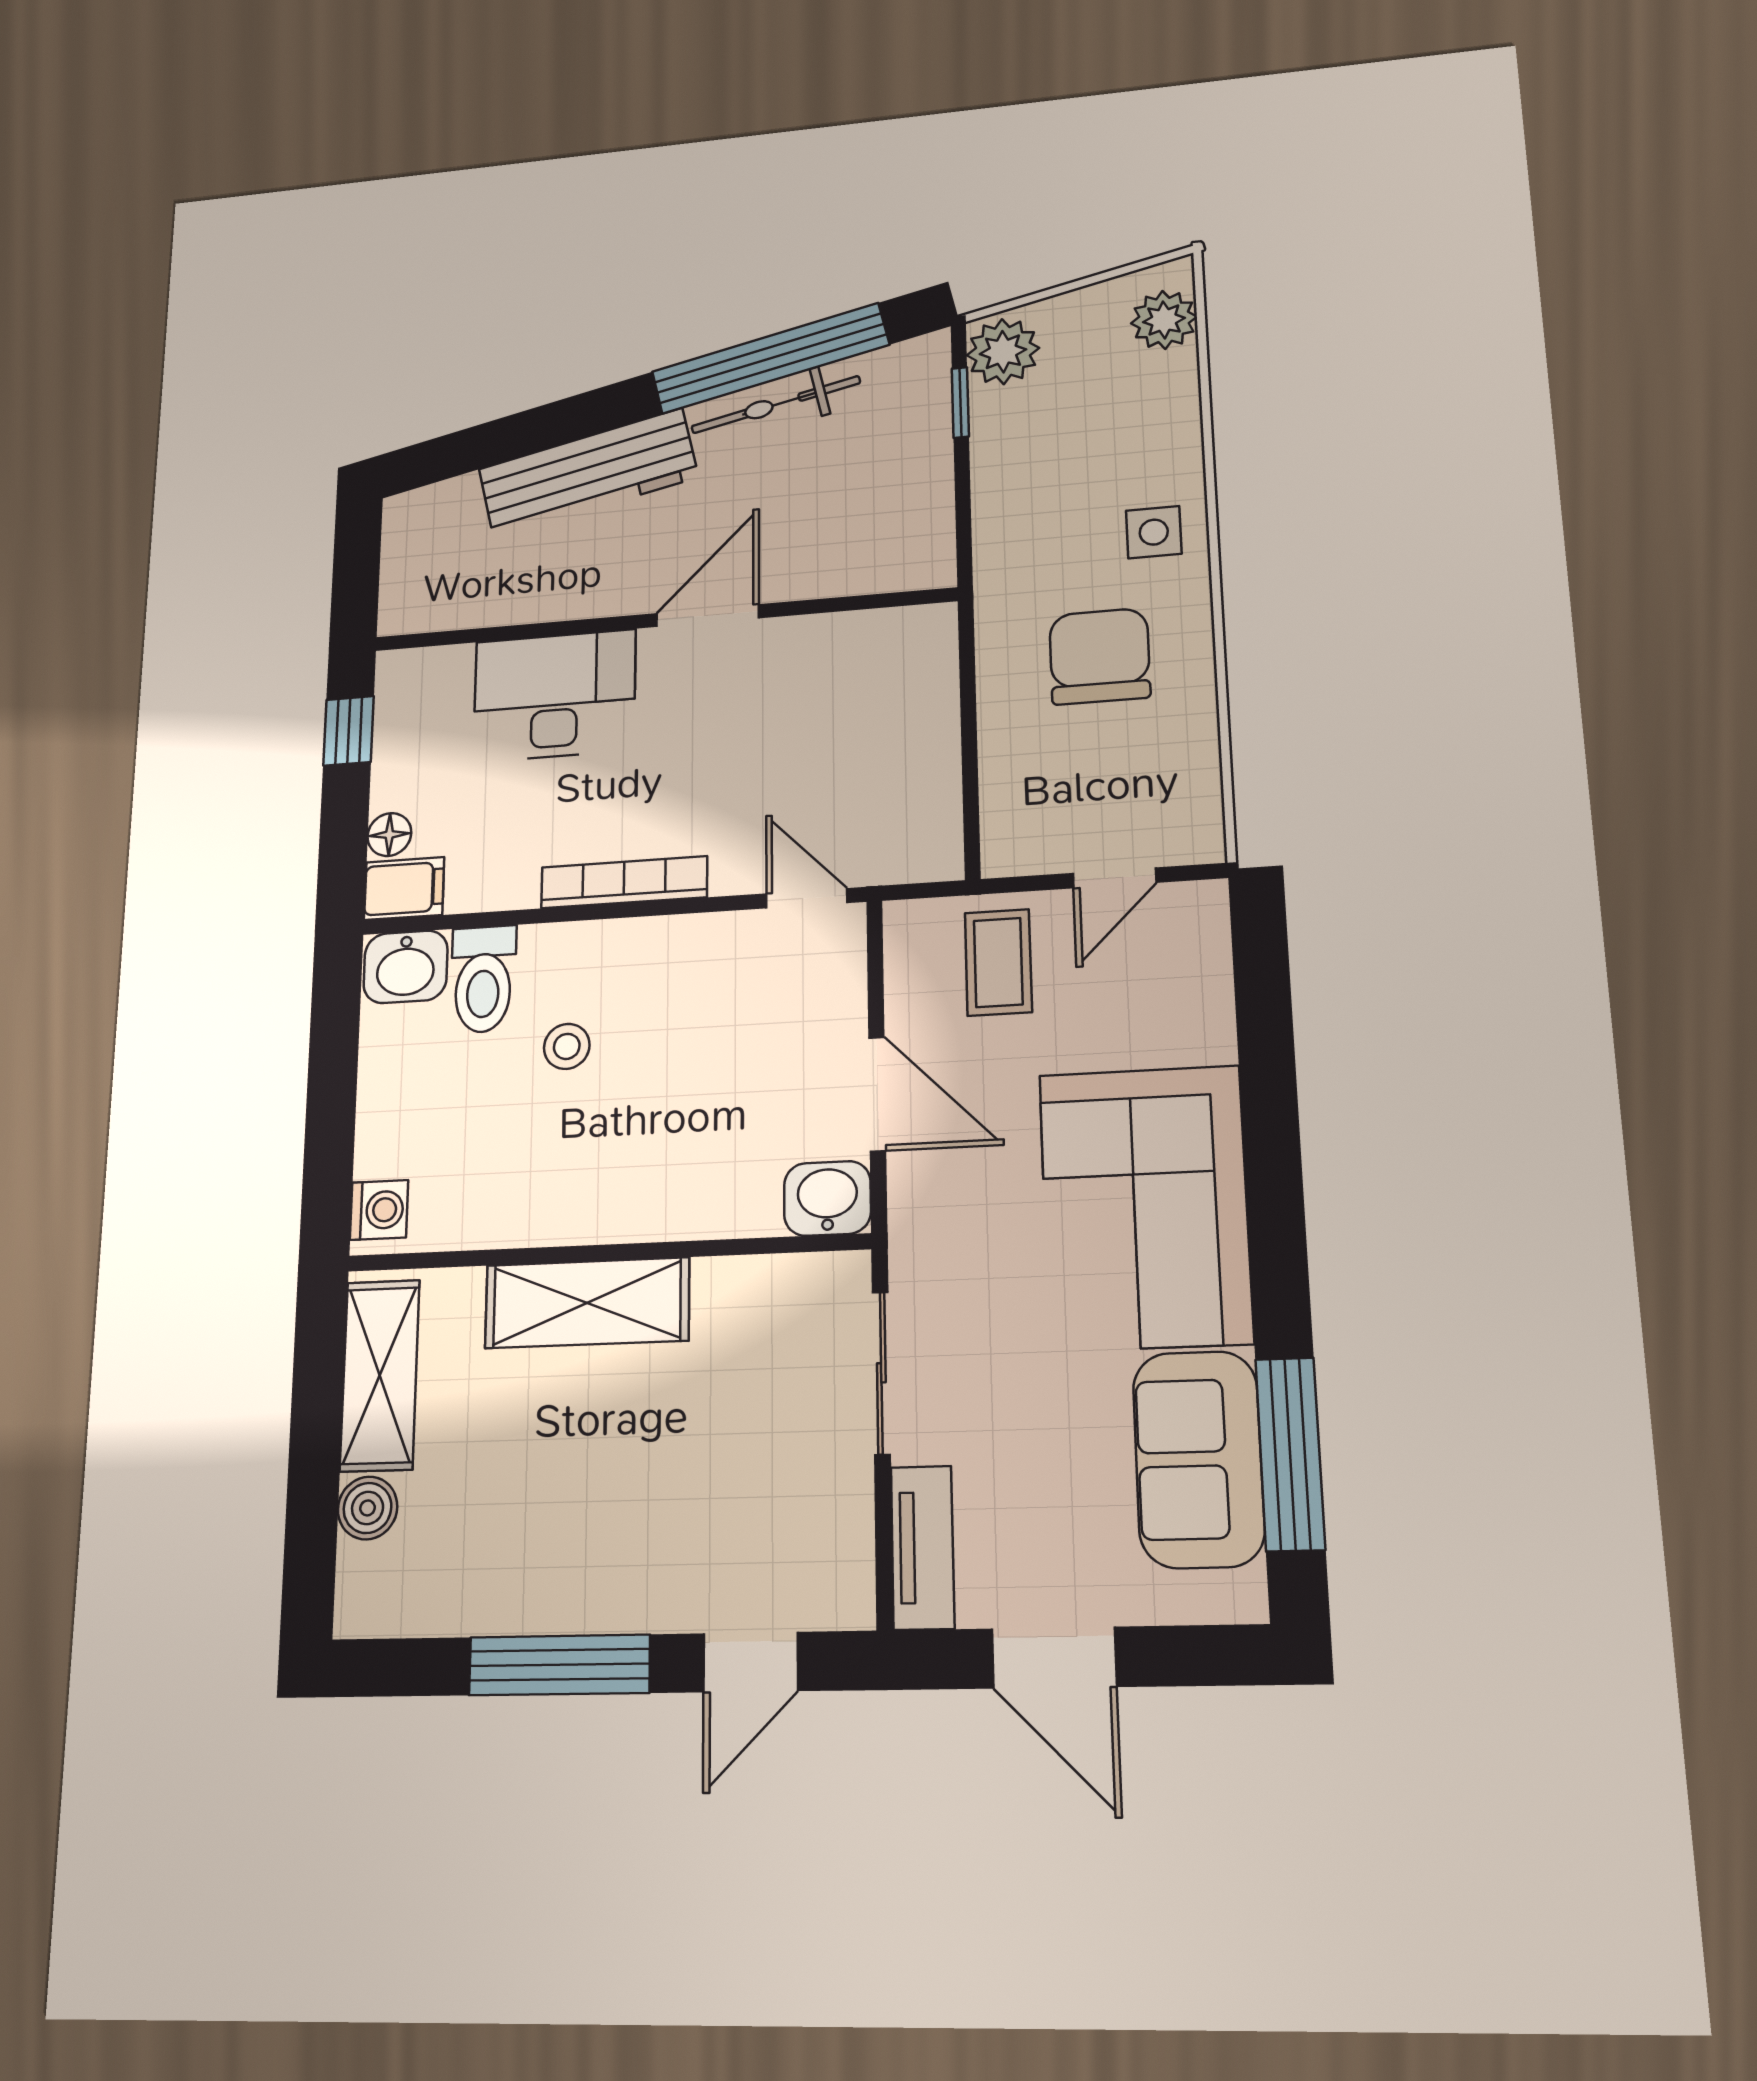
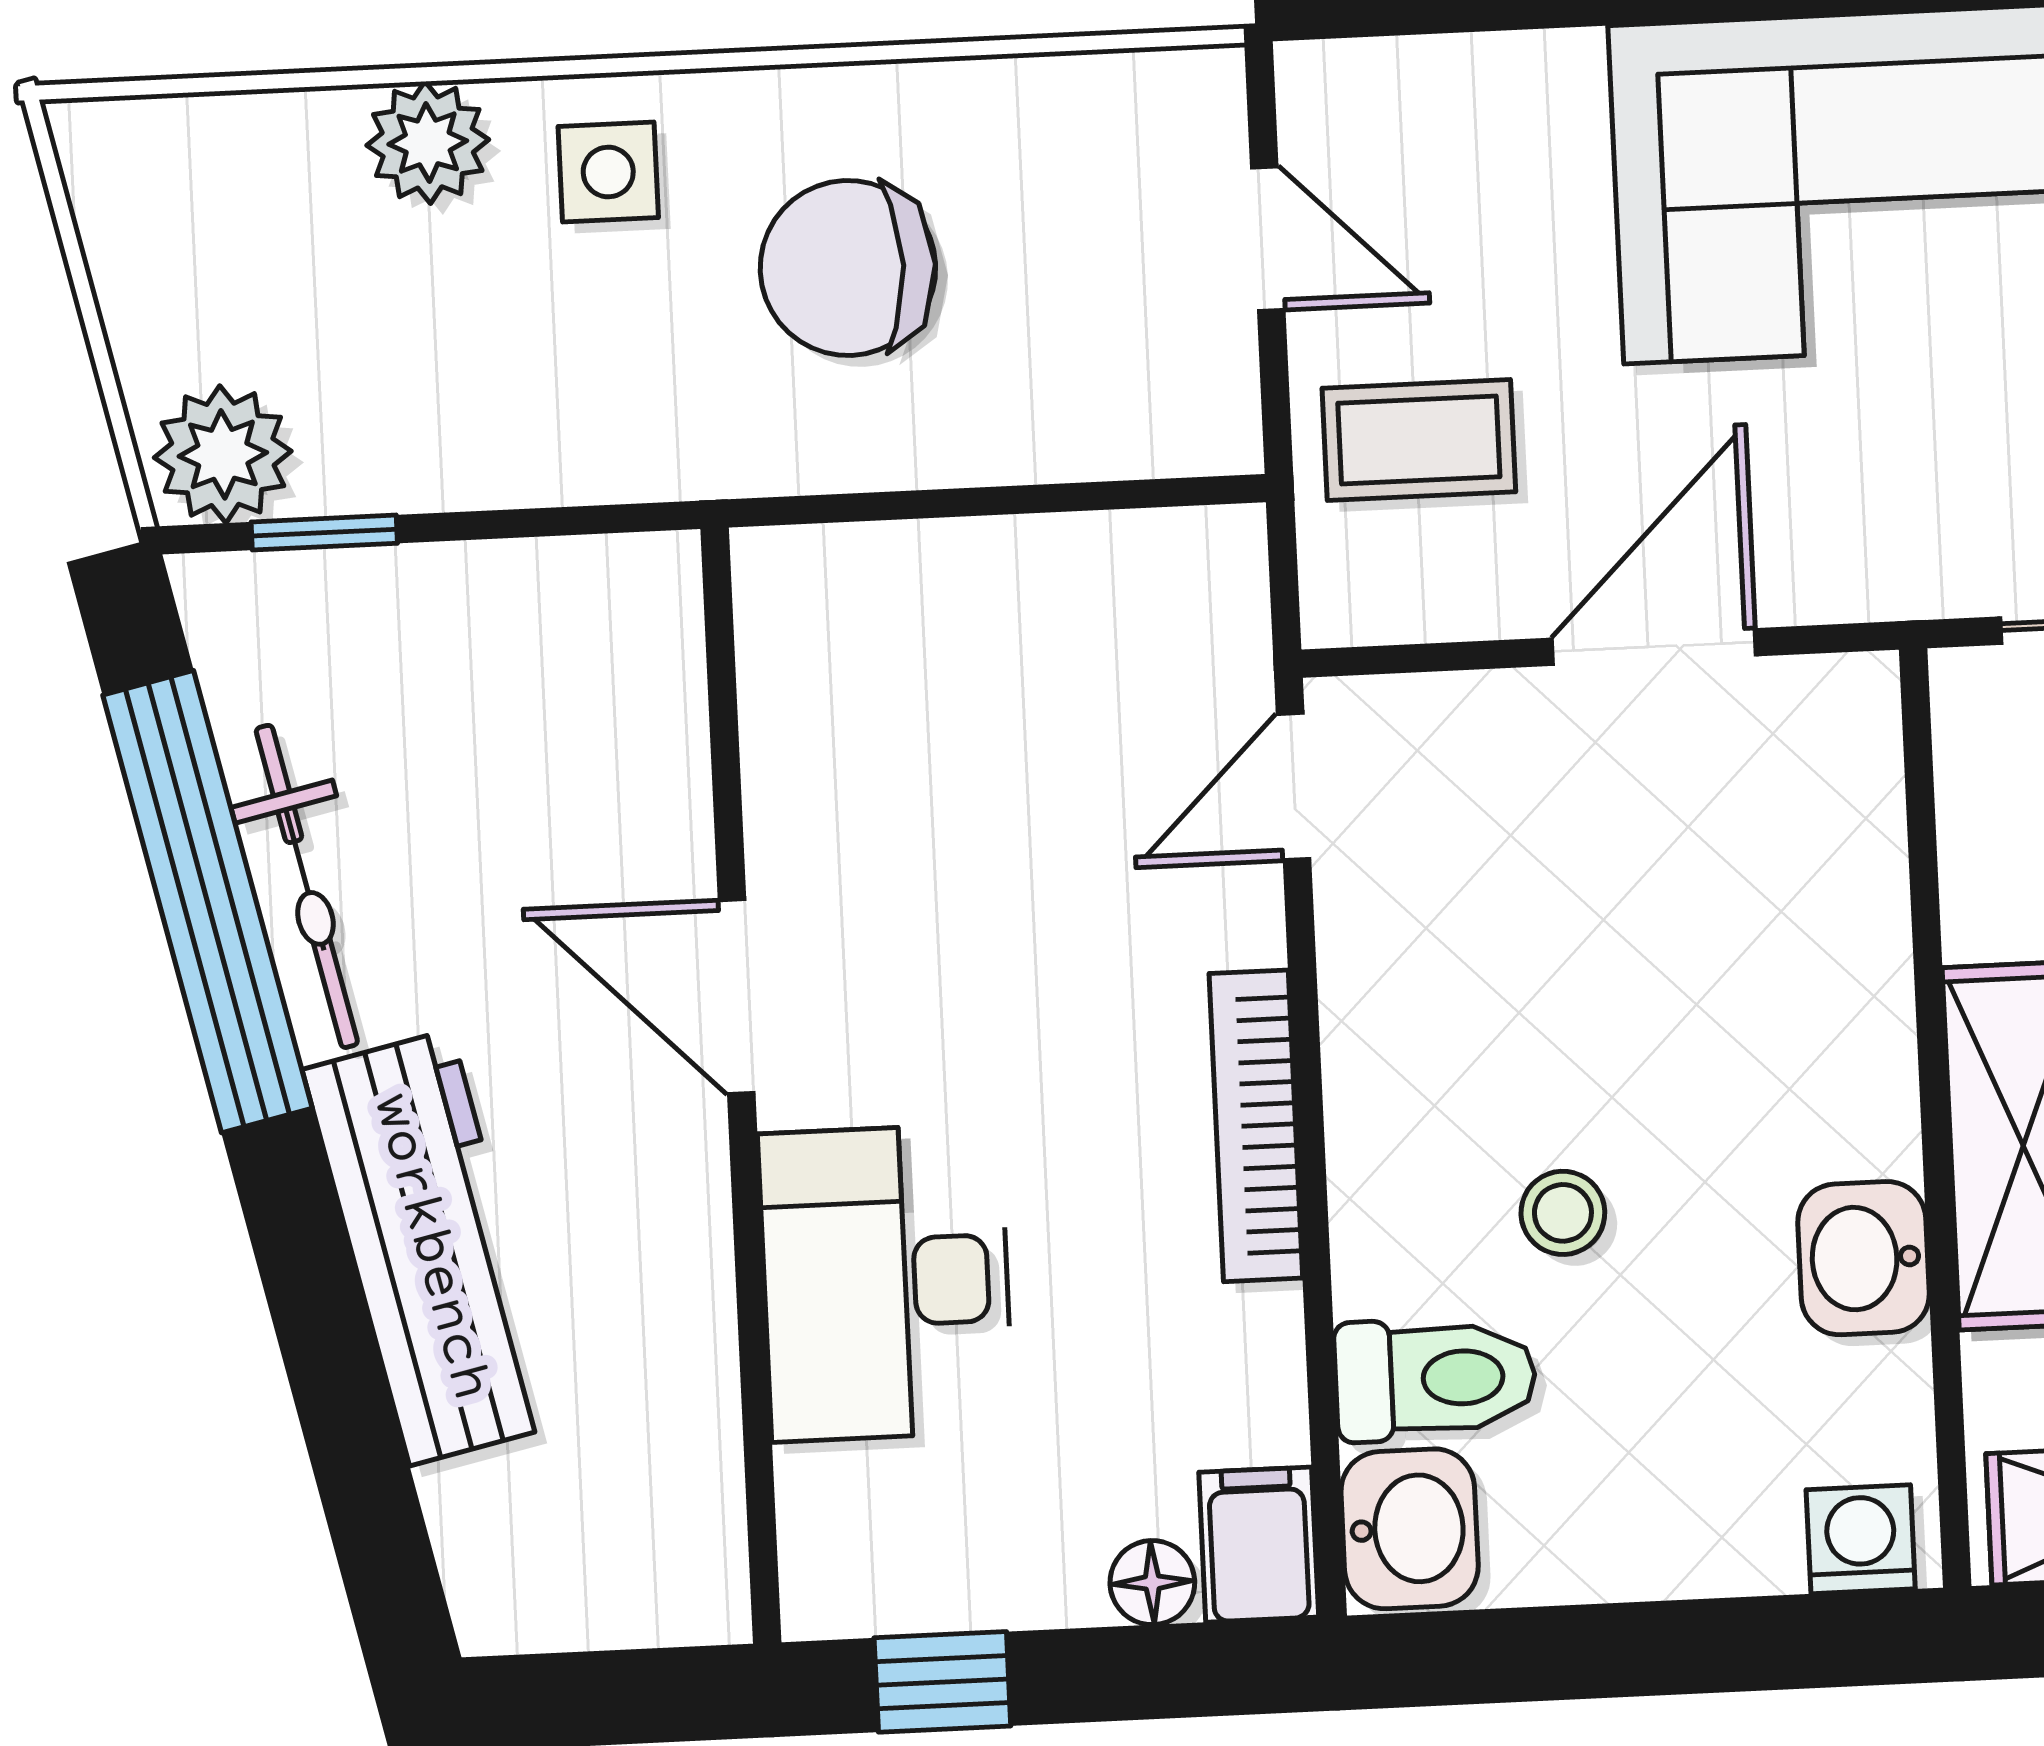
plant: (1164, 320) -> (428, 142), moved
washbasin: (827, 1198) -> (1864, 1258), moved

